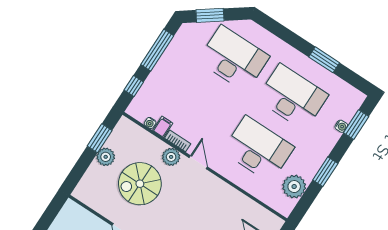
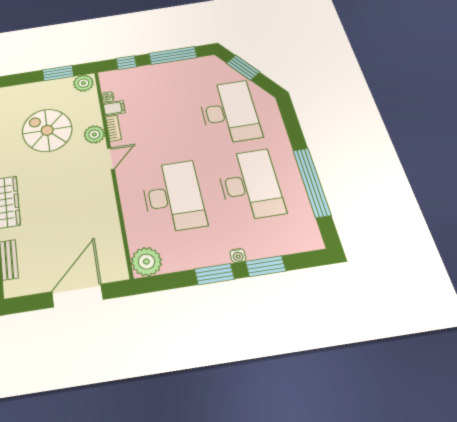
window: (324, 60) -> (312, 182), width x2.11
window: (356, 125) -> (266, 266), moved
water cooler: (341, 126) -> (238, 256), moved
plant: (106, 157) -> (83, 83), moved
plant: (294, 187) -> (146, 262), moved

